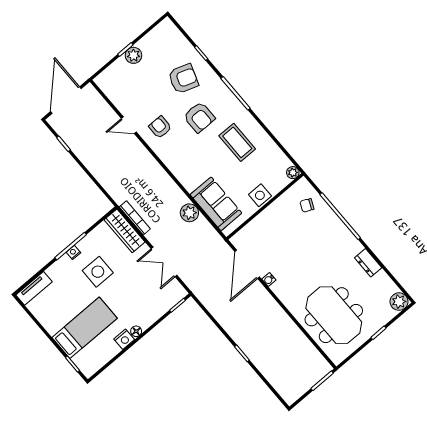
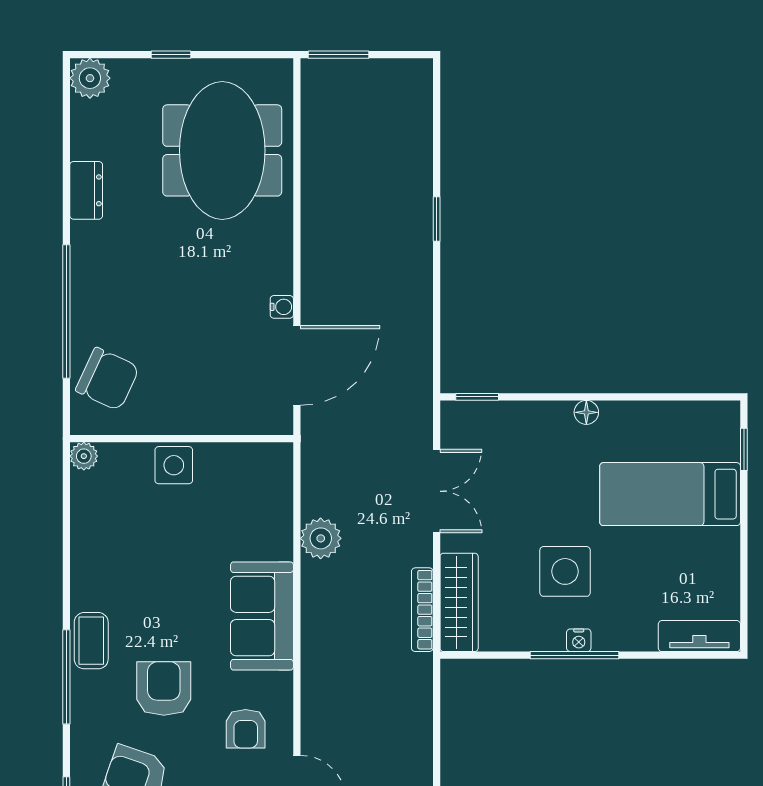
coffee table: (237, 142) -> (91, 641), moved, width x0.73, depth x0.77
sofa: (216, 204) -> (262, 616), moved
chair: (307, 205) -> (107, 379), width x1.87, depth x1.87
nightstand: (124, 339) -> (619, 416), removed

